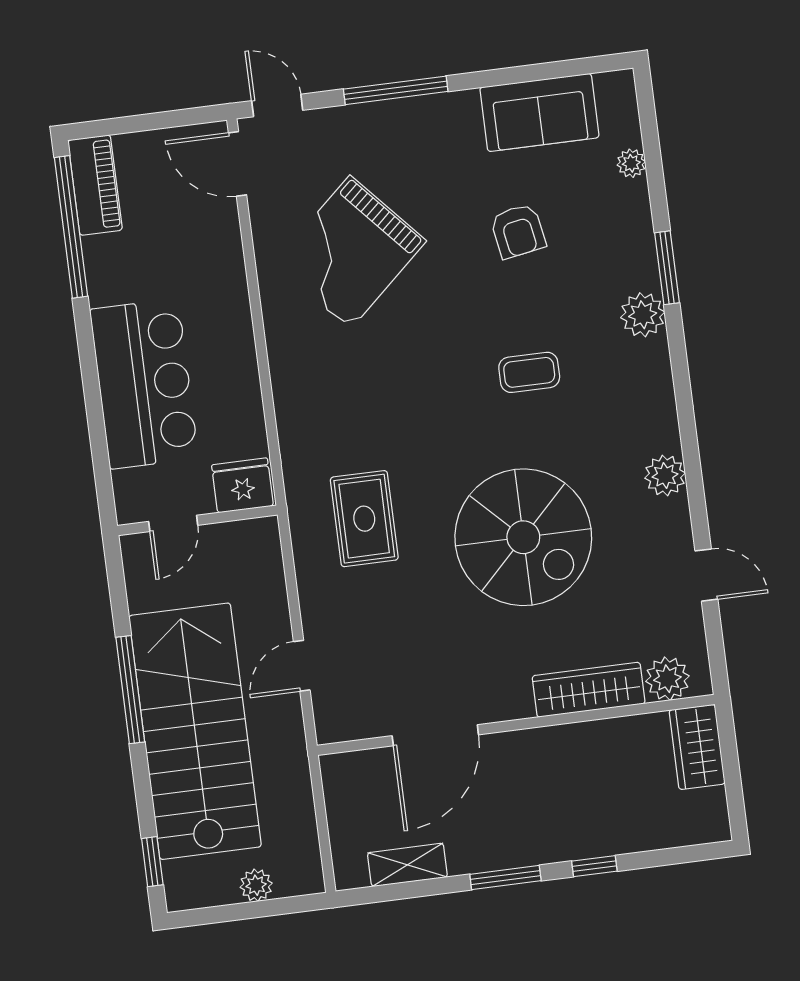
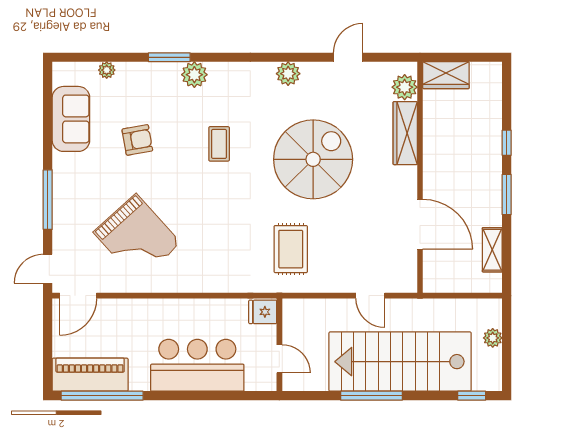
piano: (95, 185) -> (90, 375), width x1.37, depth x1.33
fridge: (242, 485) -> (263, 312), width x0.72
rug: (364, 519) -> (291, 249), turned 90

